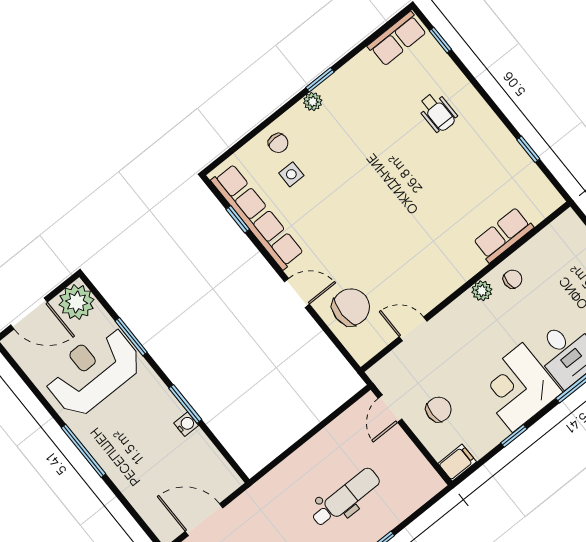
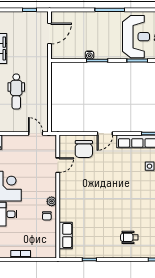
row of seats: (503, 235) -> (66, 236), moved
chair: (439, 409) -> (21, 151), removed

